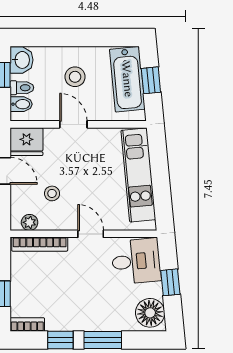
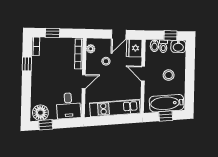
door: (73, 124) -> (143, 74), swing flipped
window: (170, 282) -> (46, 125), moved
window: (103, 340) -> (26, 87), removed

